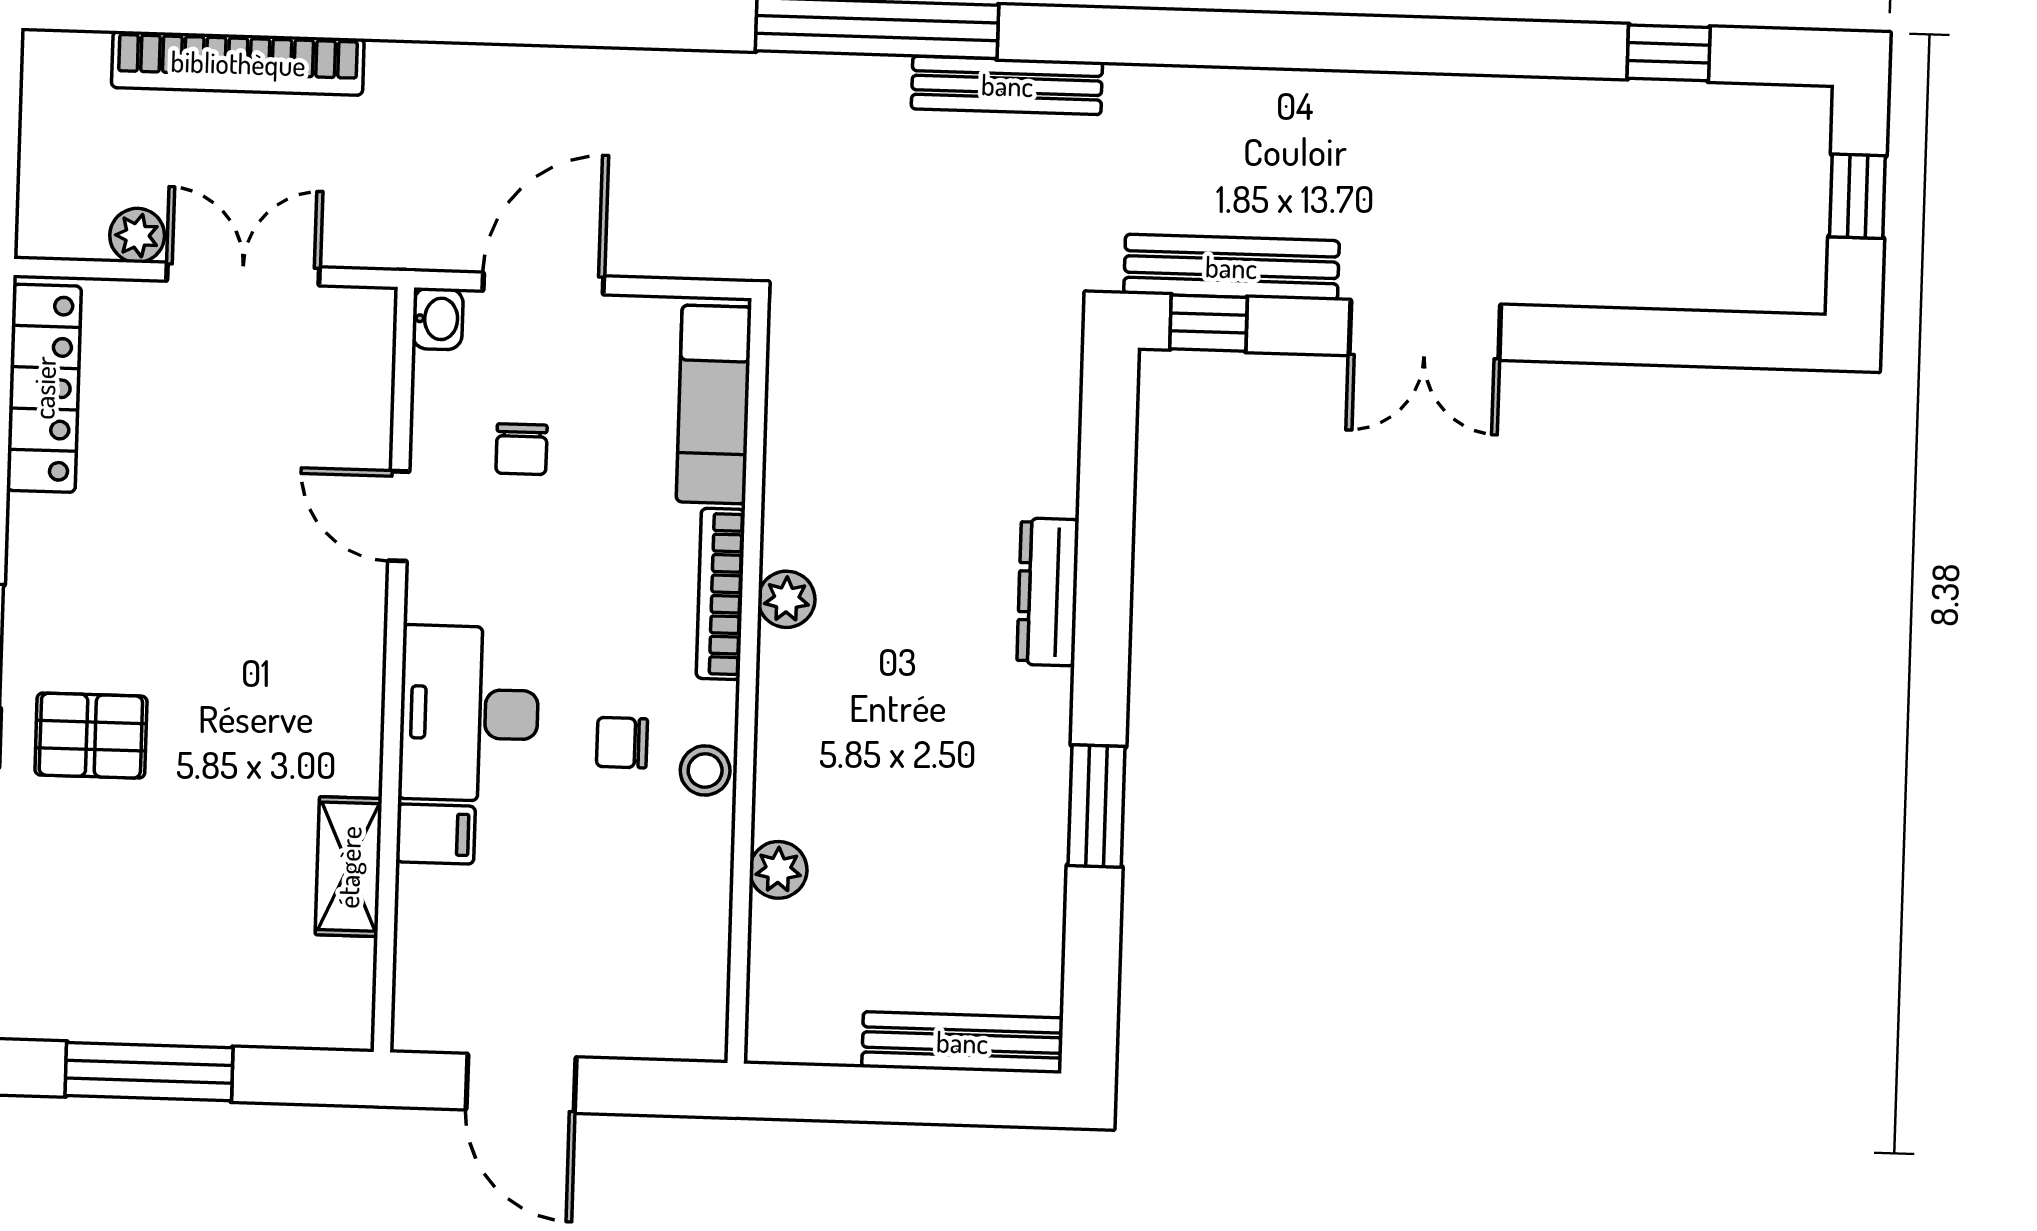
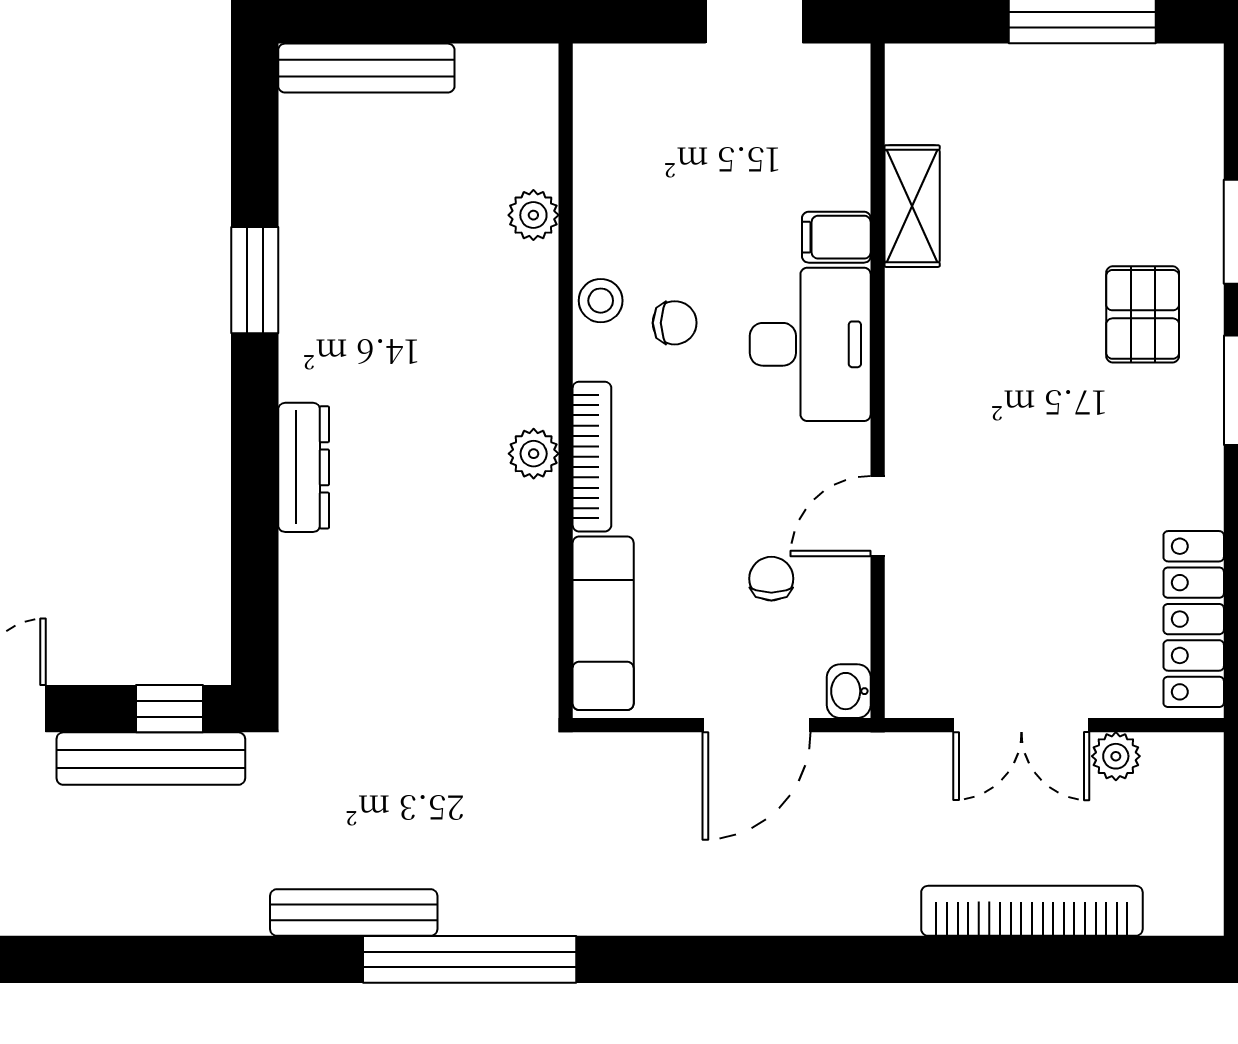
door: (399, 516) -> (878, 516), swing flipped
pallet: (91, 736) -> (1143, 314), turned 90

